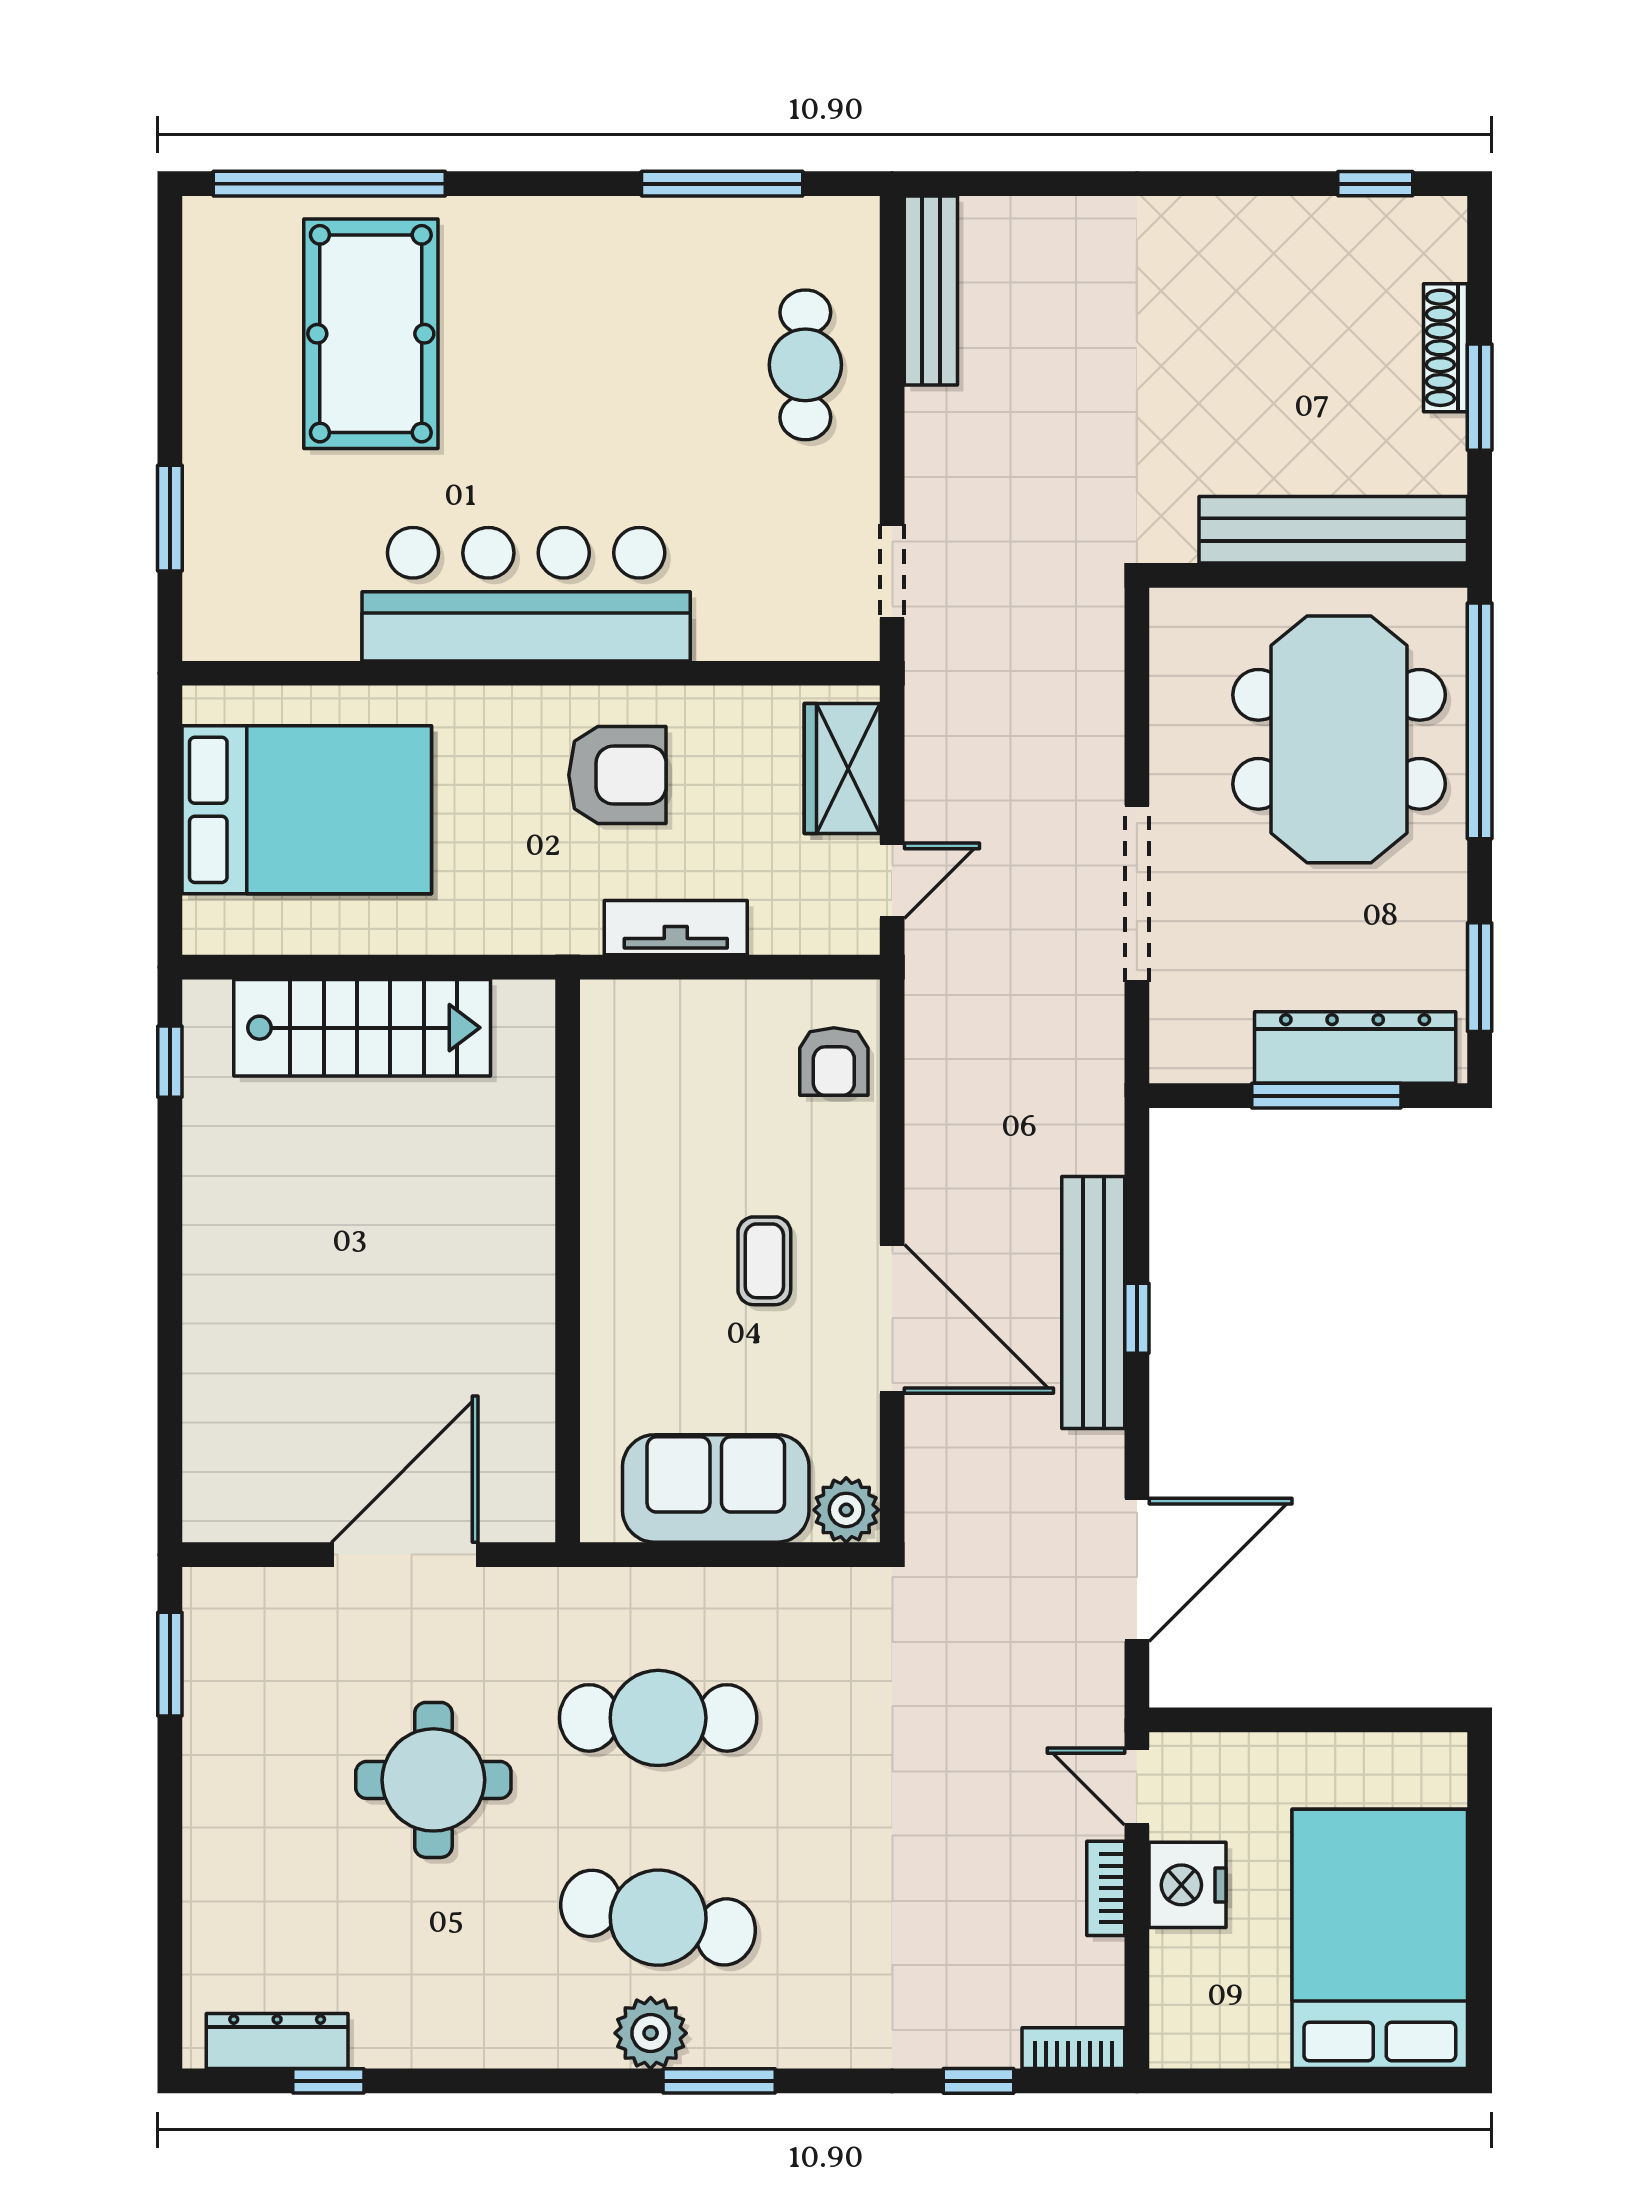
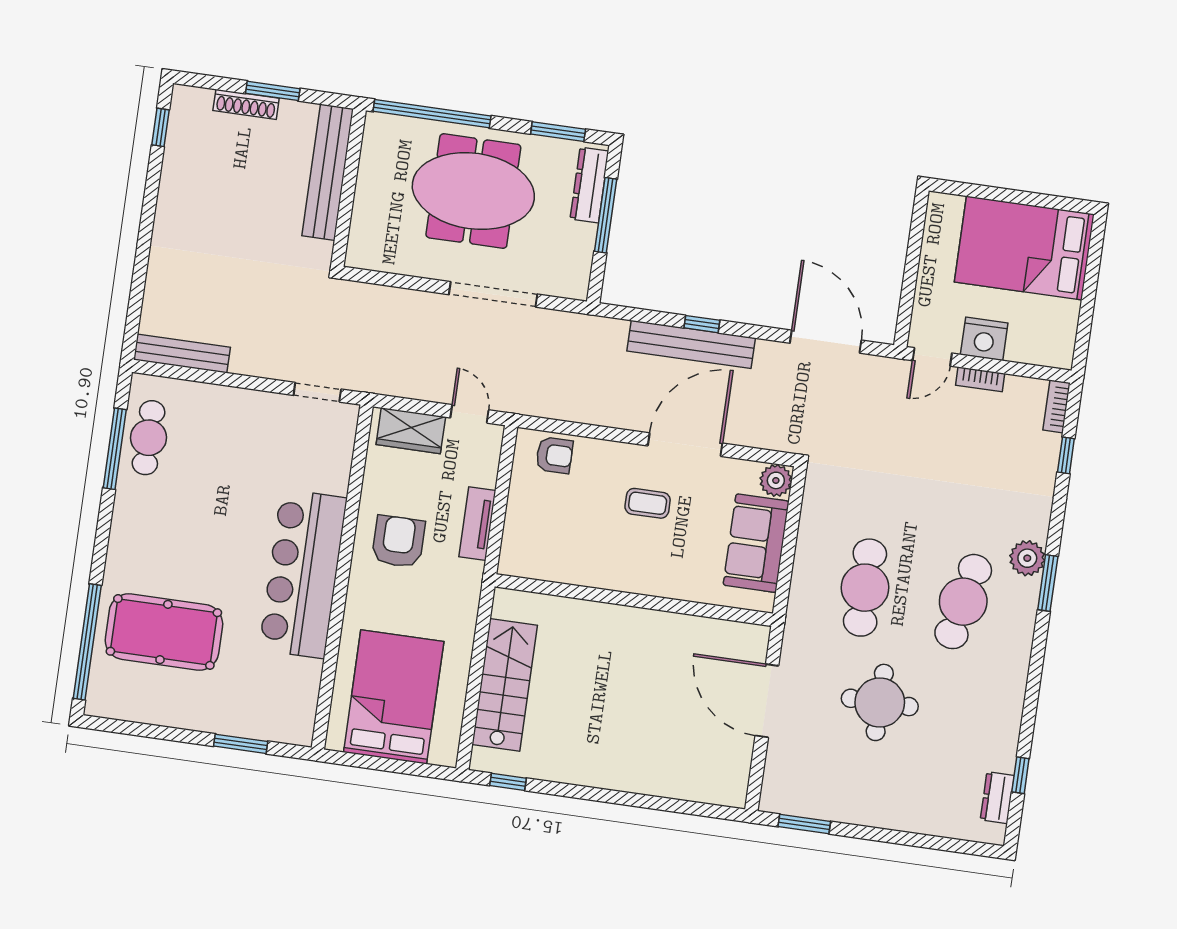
cafe table: (805, 365) -> (149, 438), moved, turned 90
meeting table: (1339, 739) -> (473, 191), moved
dresser: (1355, 1047) -> (589, 185), width x0.73, depth x0.80
plant: (651, 2033) -> (1027, 558), moved
dresser: (277, 2041) -> (997, 798), width x0.70

